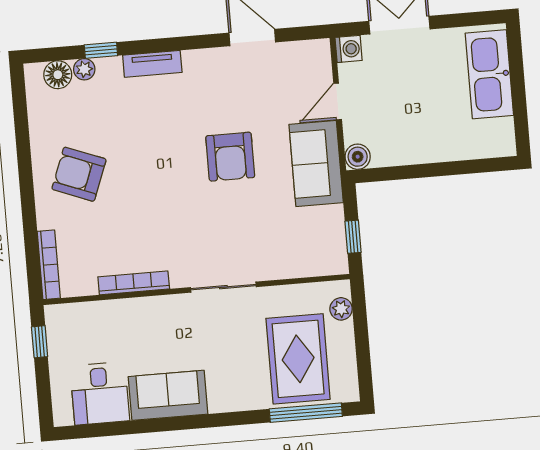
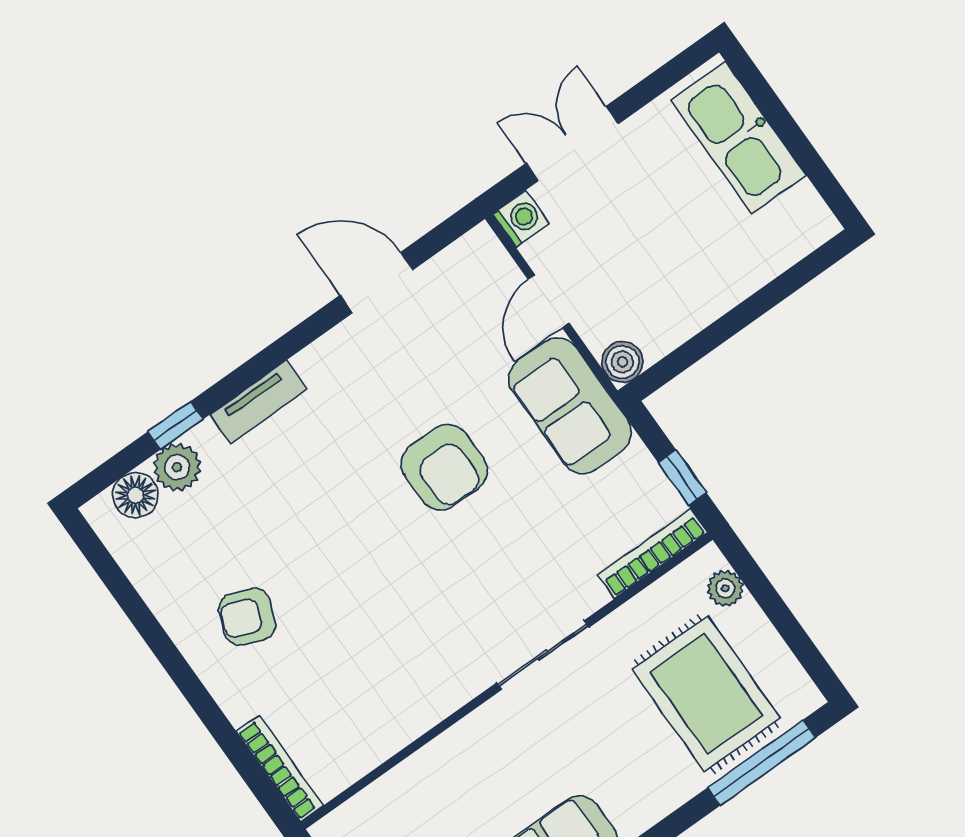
plant: (84, 69) -> (177, 467), width x1.38, depth x1.38
armchair: (79, 174) -> (247, 617), width x0.72, depth x0.72
bookcase: (134, 283) -> (653, 554), moved

